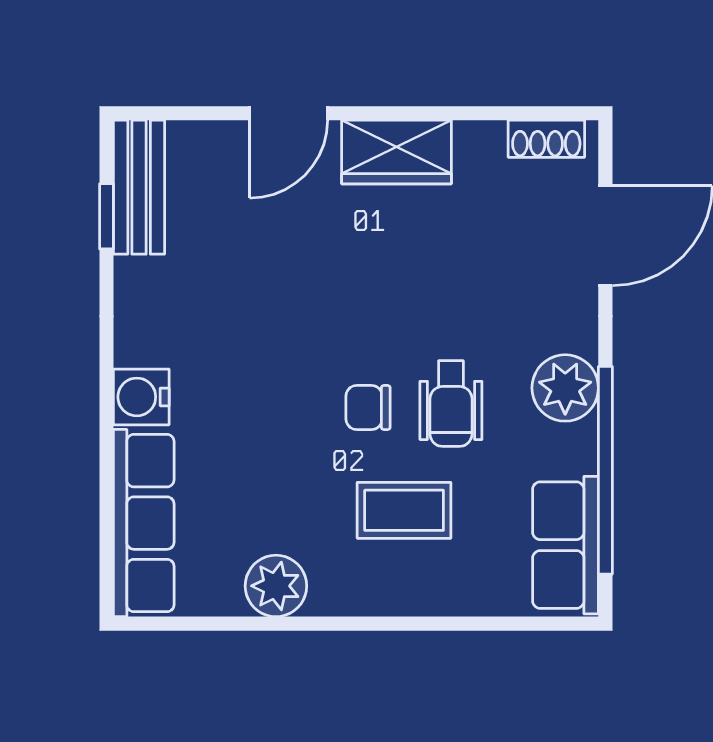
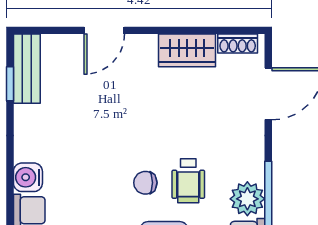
wardrobe: (396, 152) -> (187, 50), moved
plant: (565, 388) -> (247, 199), moved

